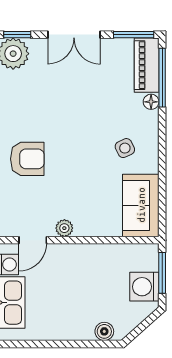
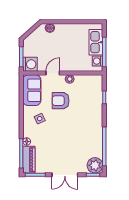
double door: (74, 35) -> (65, 175), swing flipped
armchair: (27, 159) -> (61, 101), moved
door: (33, 240) -> (53, 73), moved
washing machine: (144, 287) -> (30, 64), moved

